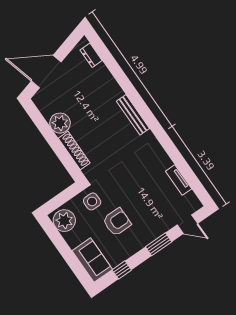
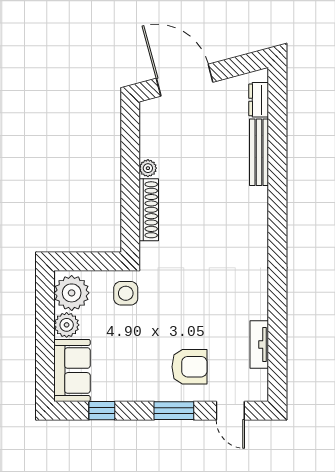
bench: (133, 115) -> (259, 152), moved
plant: (60, 123) -> (148, 168), width x0.53, depth x0.53
armchair: (117, 222) -> (189, 367), moved
plant: (73, 239) -> (67, 325), added

